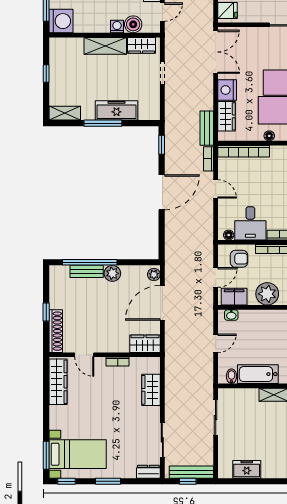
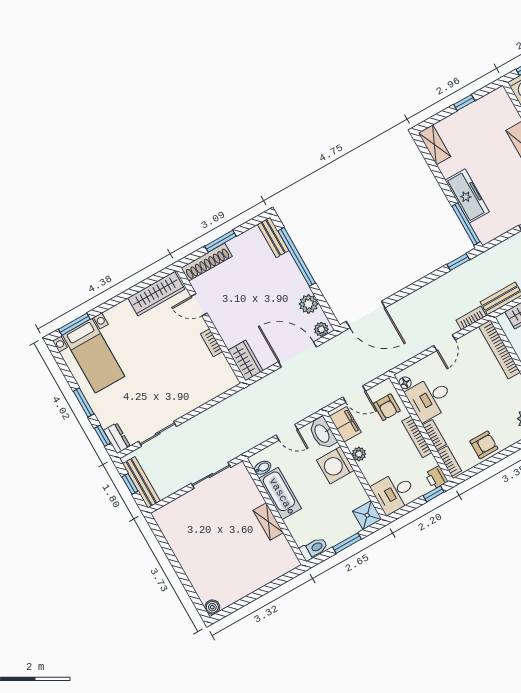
window: (103, 123) -> (466, 224), moved
door: (162, 192) -> (366, 315), moved
bench: (87, 271) -> (273, 237), moved
plant: (112, 273) -> (309, 304), moved
plant: (267, 294) -> (359, 454), width x0.53, depth x0.53
window: (46, 312) -> (221, 241), width x1.50
washbasin: (231, 315) -> (322, 433), width x1.91, depth x1.45
washing machine: (260, 321) -> (335, 465), added
door: (84, 355) -> (199, 305), hinge flipped
wardrobe: (151, 390) -> (202, 393), removed
freezer: (247, 469) -> (176, 537), removed
window: (67, 481) -> (103, 436), moved

